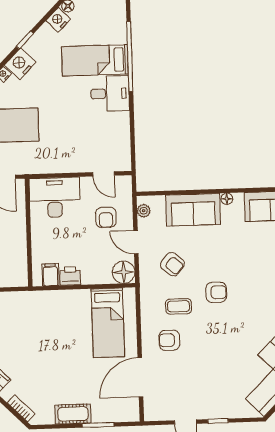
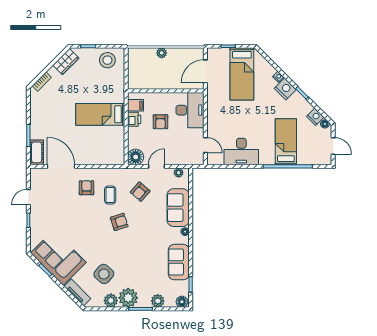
desk: (110, 94) -> (241, 152), moved, width x1.37
door: (103, 174) -> (205, 145), swing flipped
armchair: (106, 217) -> (160, 122), moved, turned -90
armchair: (216, 292) -> (119, 222), turned -108
bed: (108, 323) -> (100, 114), moved
cot: (73, 414) -> (37, 152), moved

